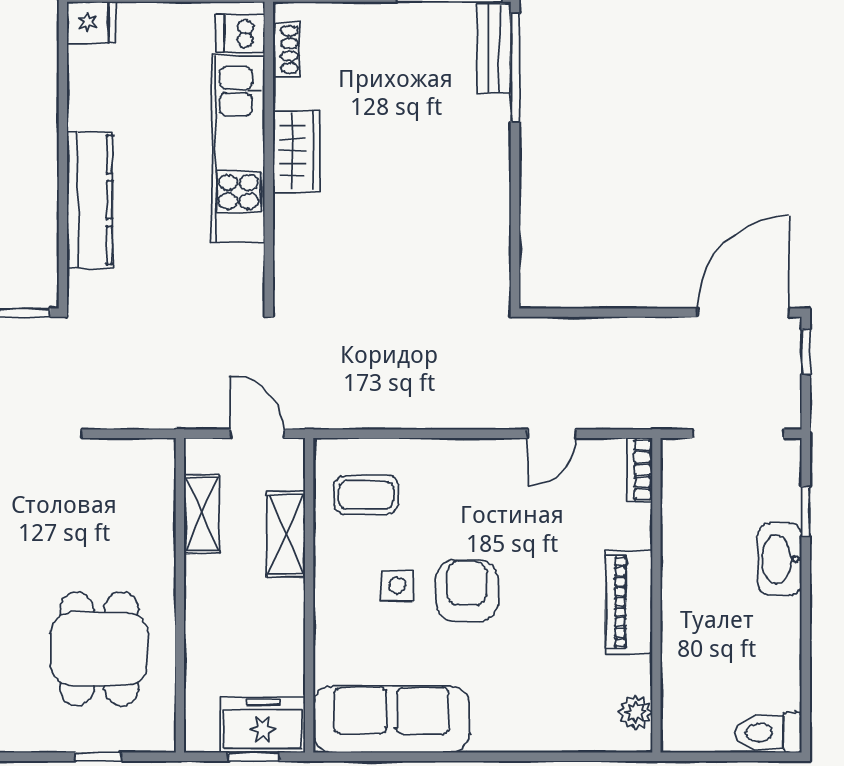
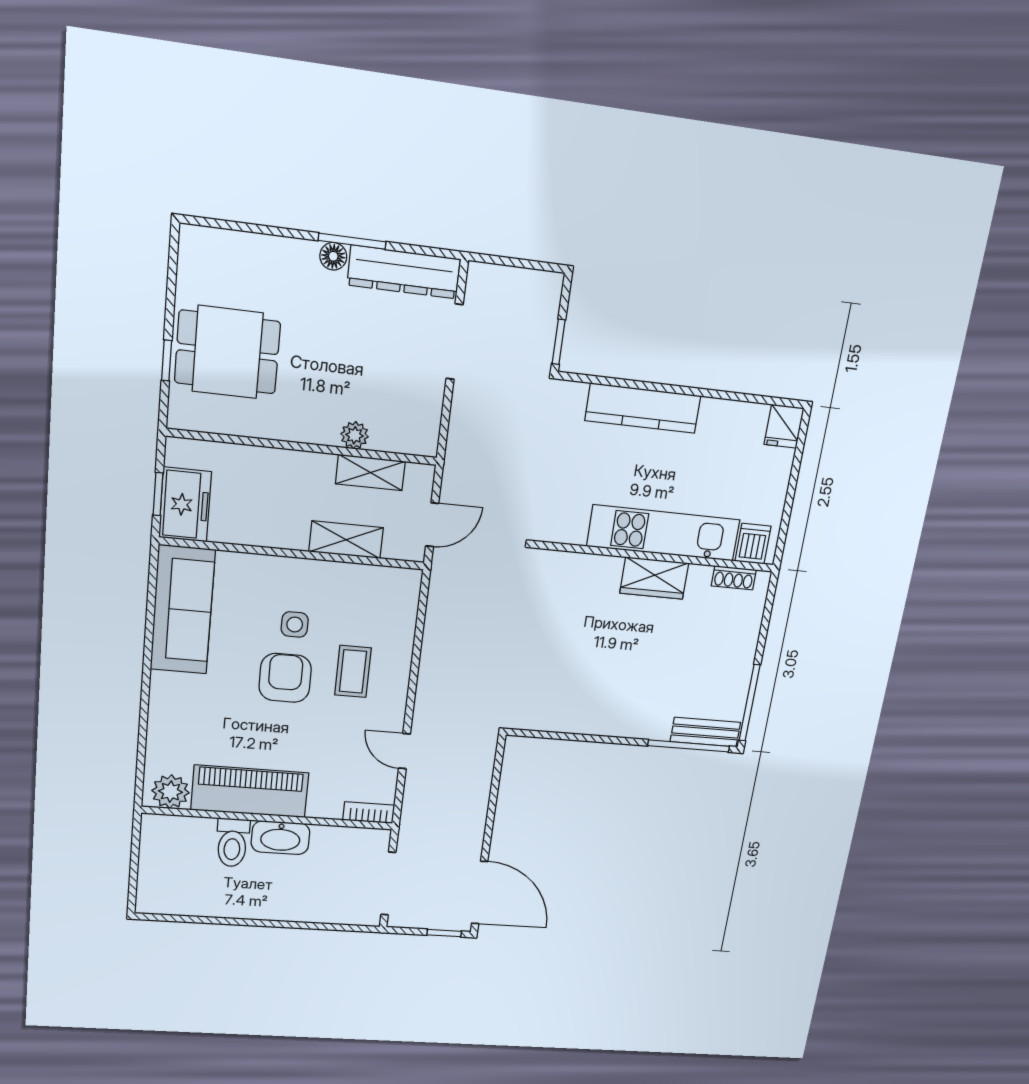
coffee table: (366, 495) -> (353, 671), moved
window: (806, 511) -> (324, 927), removed
plant: (160, 537) -> (355, 435), added
washbasin: (780, 559) -> (280, 838), moved, turned 180
armchair: (467, 591) -> (285, 678), turned -90
piano: (629, 602) -> (250, 791), width x1.37, depth x1.33
dining table: (99, 649) -> (227, 352), moved
plant: (635, 712) -> (170, 792), width x1.38, depth x1.38
toilet: (768, 732) -> (232, 843), moved, turned 180

